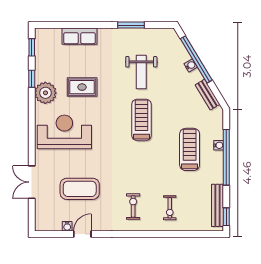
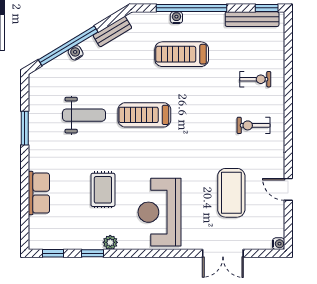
plant: (45, 93) -> (110, 242), width x0.53, depth x0.53
water cooler: (67, 226) -> (279, 244), moved

